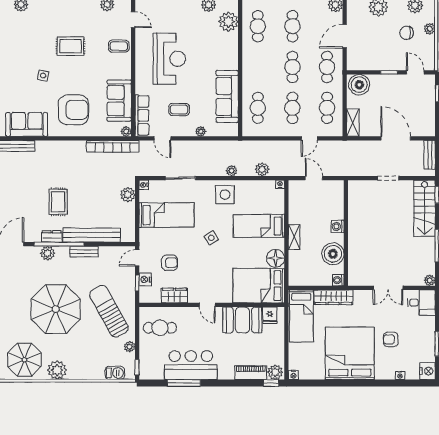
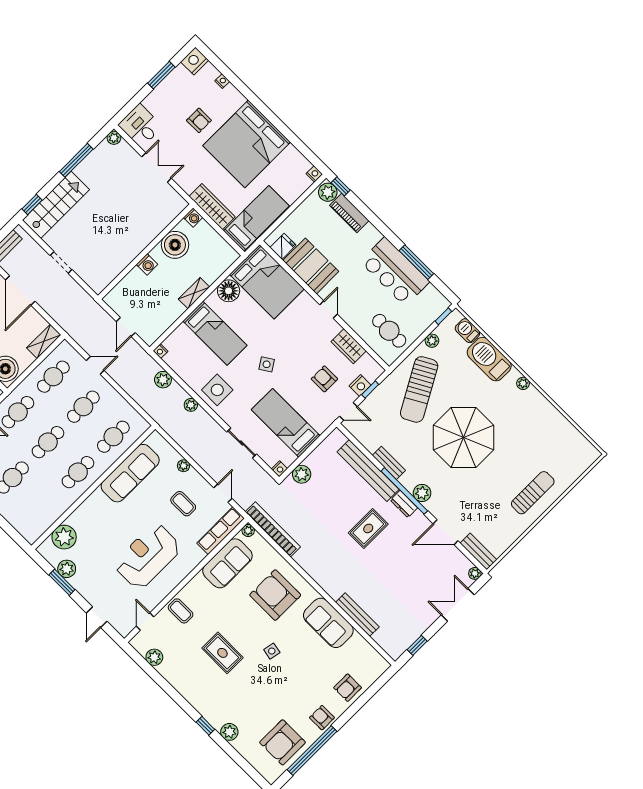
cafe table: (258, 26) -> (78, 472), moved
parasol: (24, 360) -> (535, 421), removed
barbecue: (86, 369) -> (489, 359), added
plant: (57, 370) -> (523, 383), width x0.53, depth x0.53

